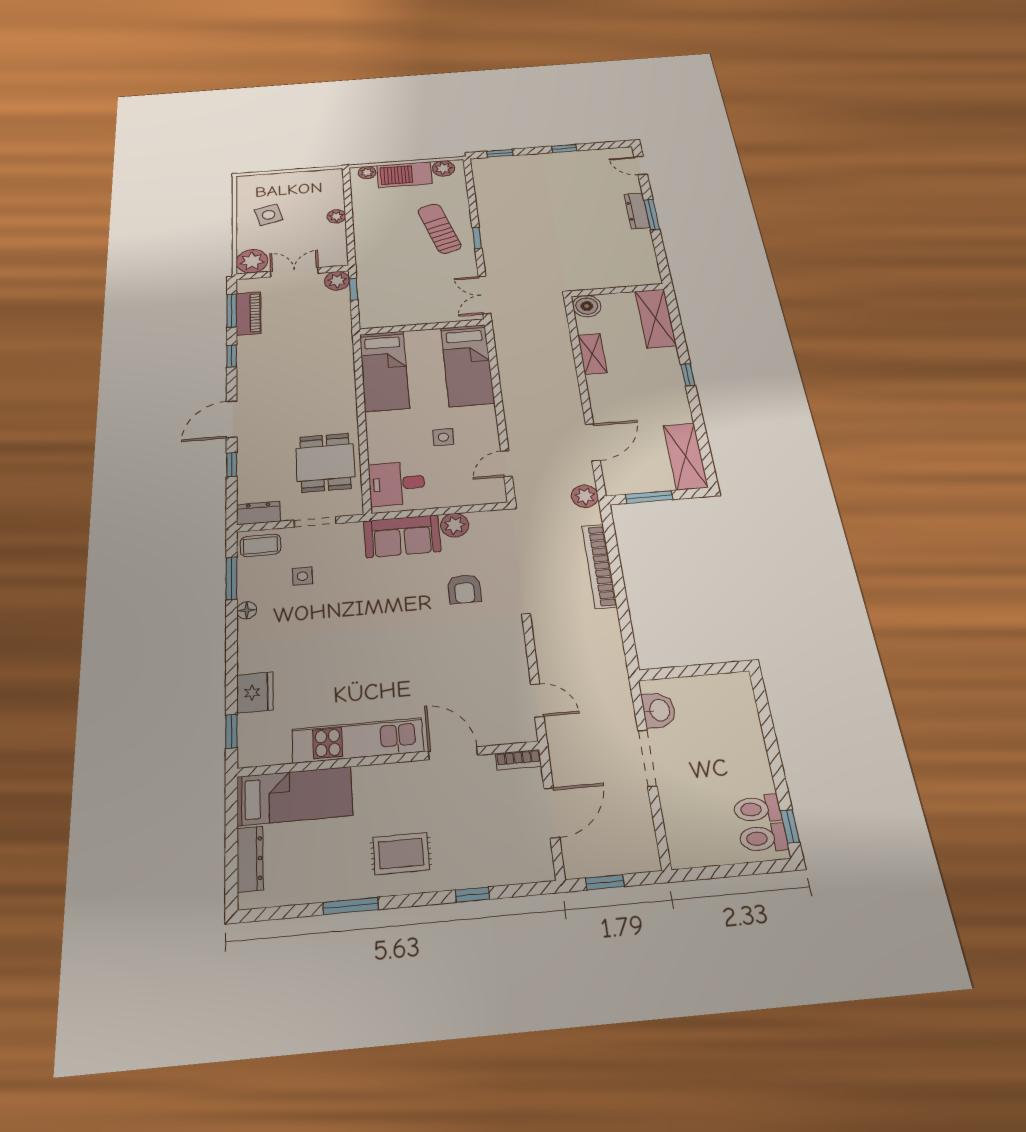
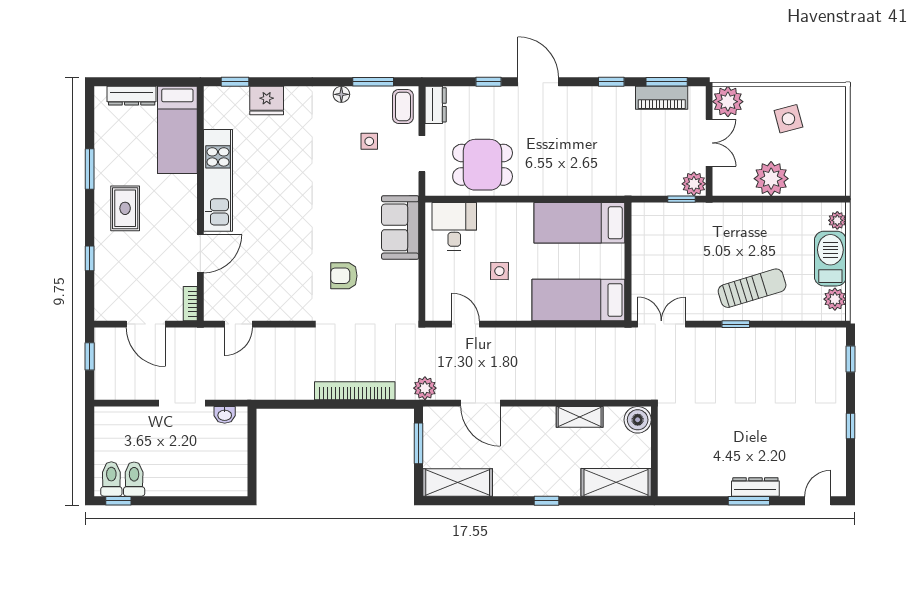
plant: (336, 216) -> (771, 179), width x1.88, depth x1.88
plant: (455, 525) -> (407, 273), removed
washbasin: (659, 710) -> (225, 415), width x0.72, depth x0.69

